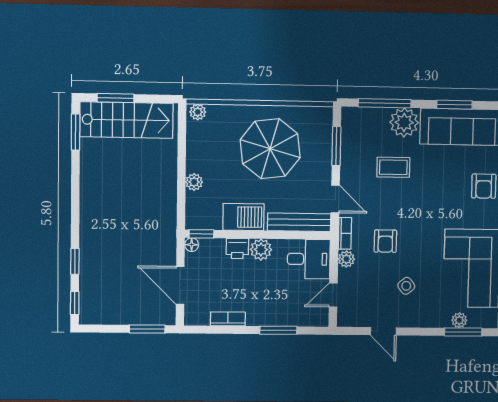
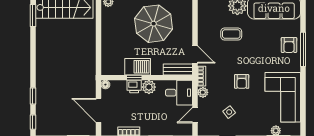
window: (336, 146) -> (195, 21), removed
plant: (194, 182) -> (106, 45), removed
bench: (299, 222) -> (178, 70), width x0.73
window: (201, 234) -> (134, 78), moved
armchair: (385, 241) -> (242, 81), moved
side table: (406, 286) -> (229, 112), moved

